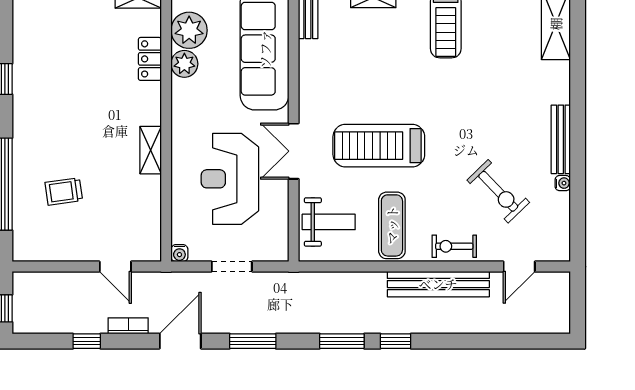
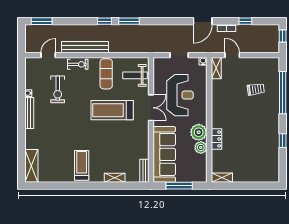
plant: (189, 30) -> (199, 132), moved
locker: (150, 59) -> (216, 139), moved
treadmill: (379, 146) -> (112, 110), turned 180
shelving: (151, 150) -> (216, 68), moved
exercise bike: (498, 191) -> (58, 89), turned -136
window: (253, 341) -> (42, 21), moved

